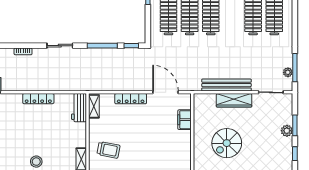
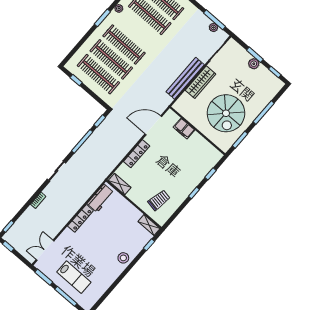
workbench: (79, 108) -> (101, 198), moved, turned -90
spiral stairs: (227, 143) -> (226, 113), width x1.37, depth x1.37

